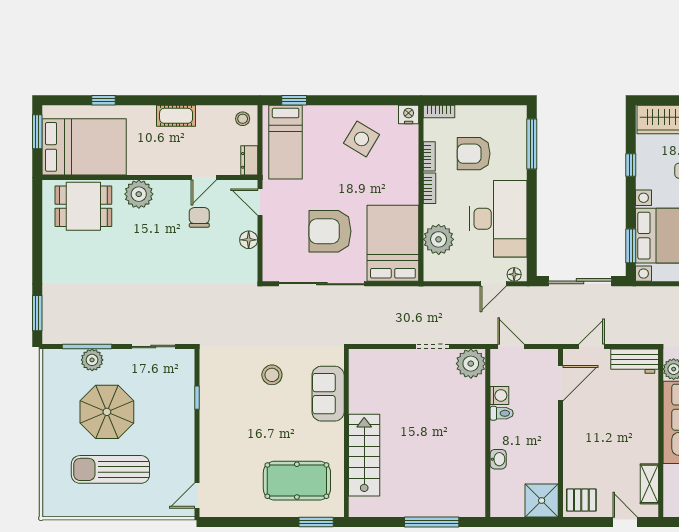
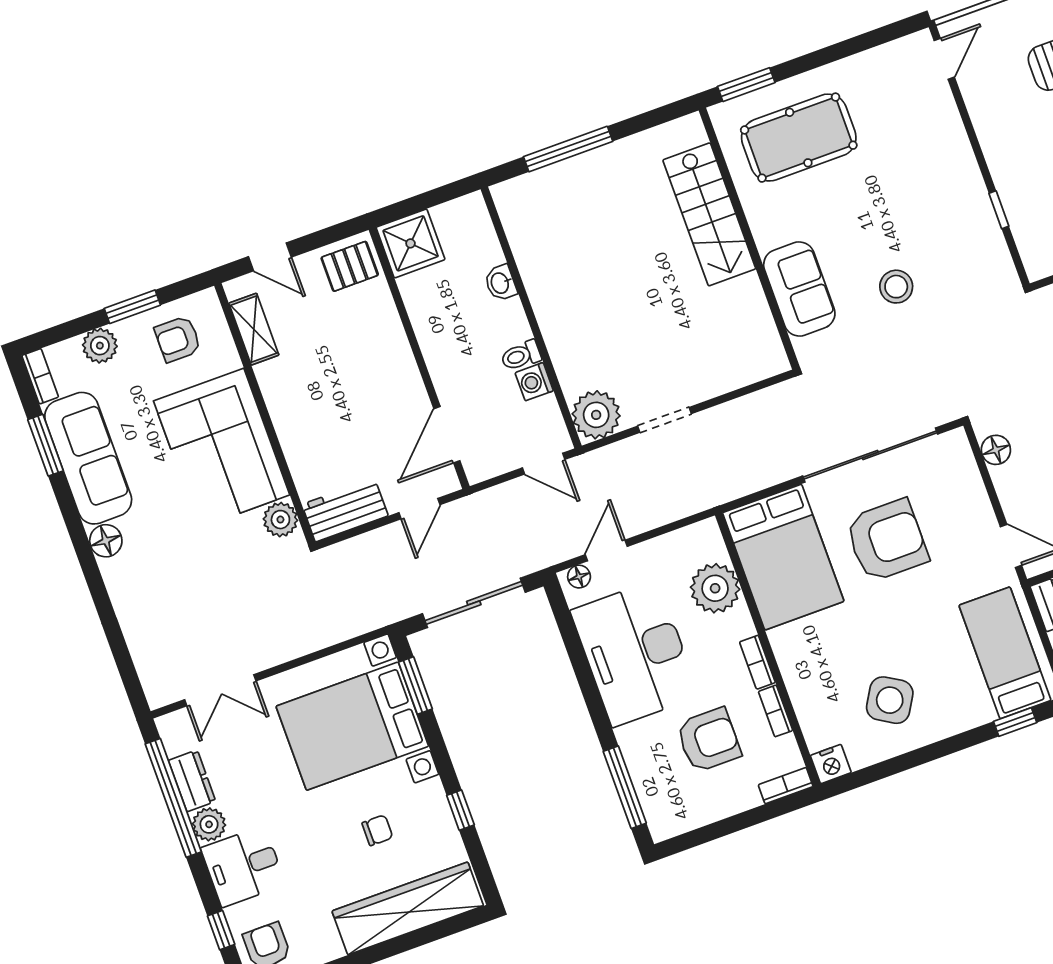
floor lamp: (249, 240) -> (996, 450), moved

